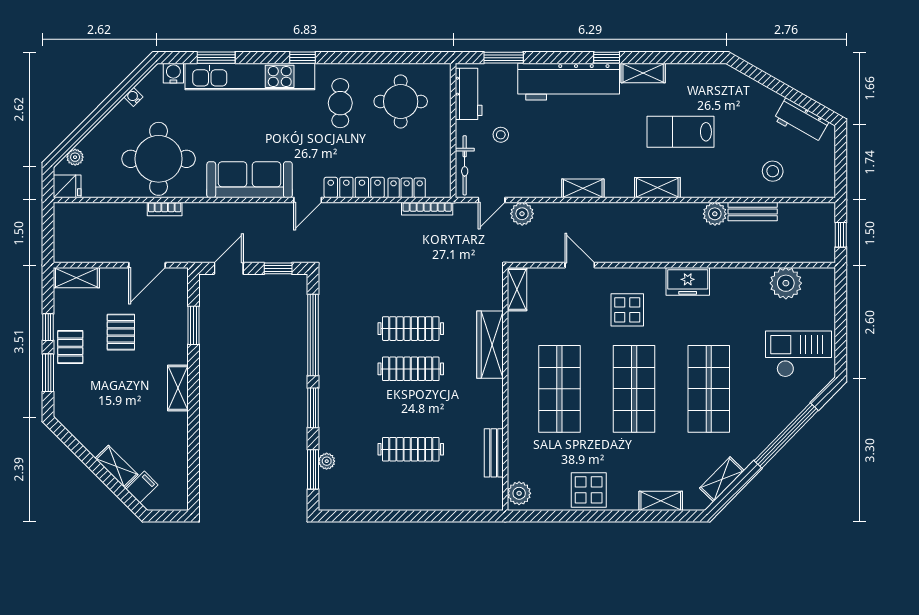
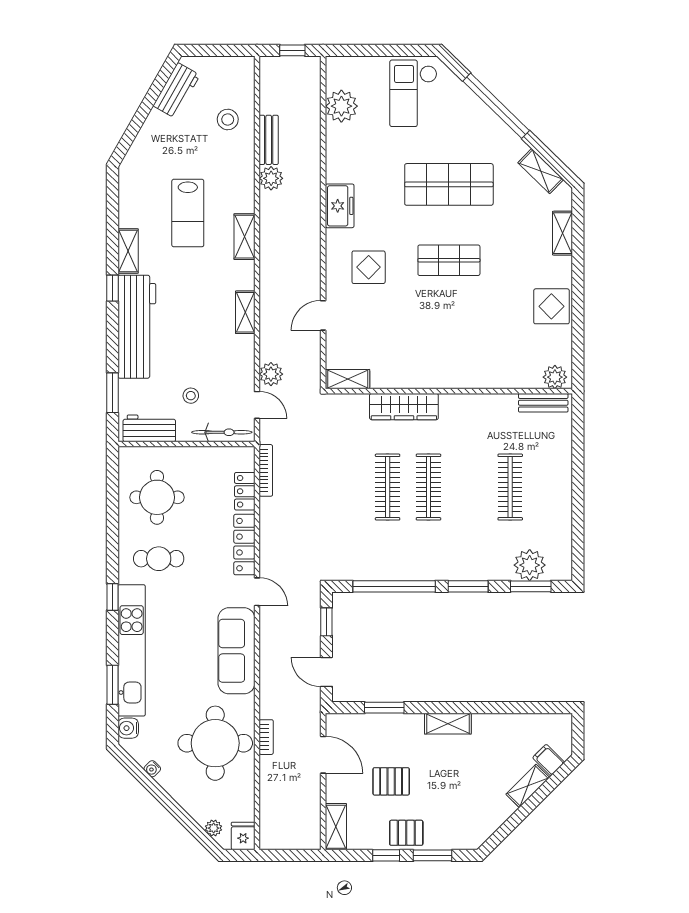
shop shelf: (559, 389) -> (449, 336), removed
shop shelf: (634, 389) -> (449, 260), width x0.70, depth x0.74
bench: (494, 453) -> (543, 403), moved
plant: (327, 461) -> (530, 565), width x1.87, depth x1.87

